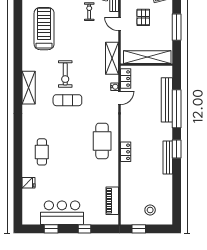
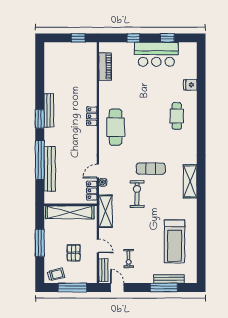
exercise bike: (65, 74) -> (137, 194), moved
stool: (150, 210) -> (67, 57), removed

